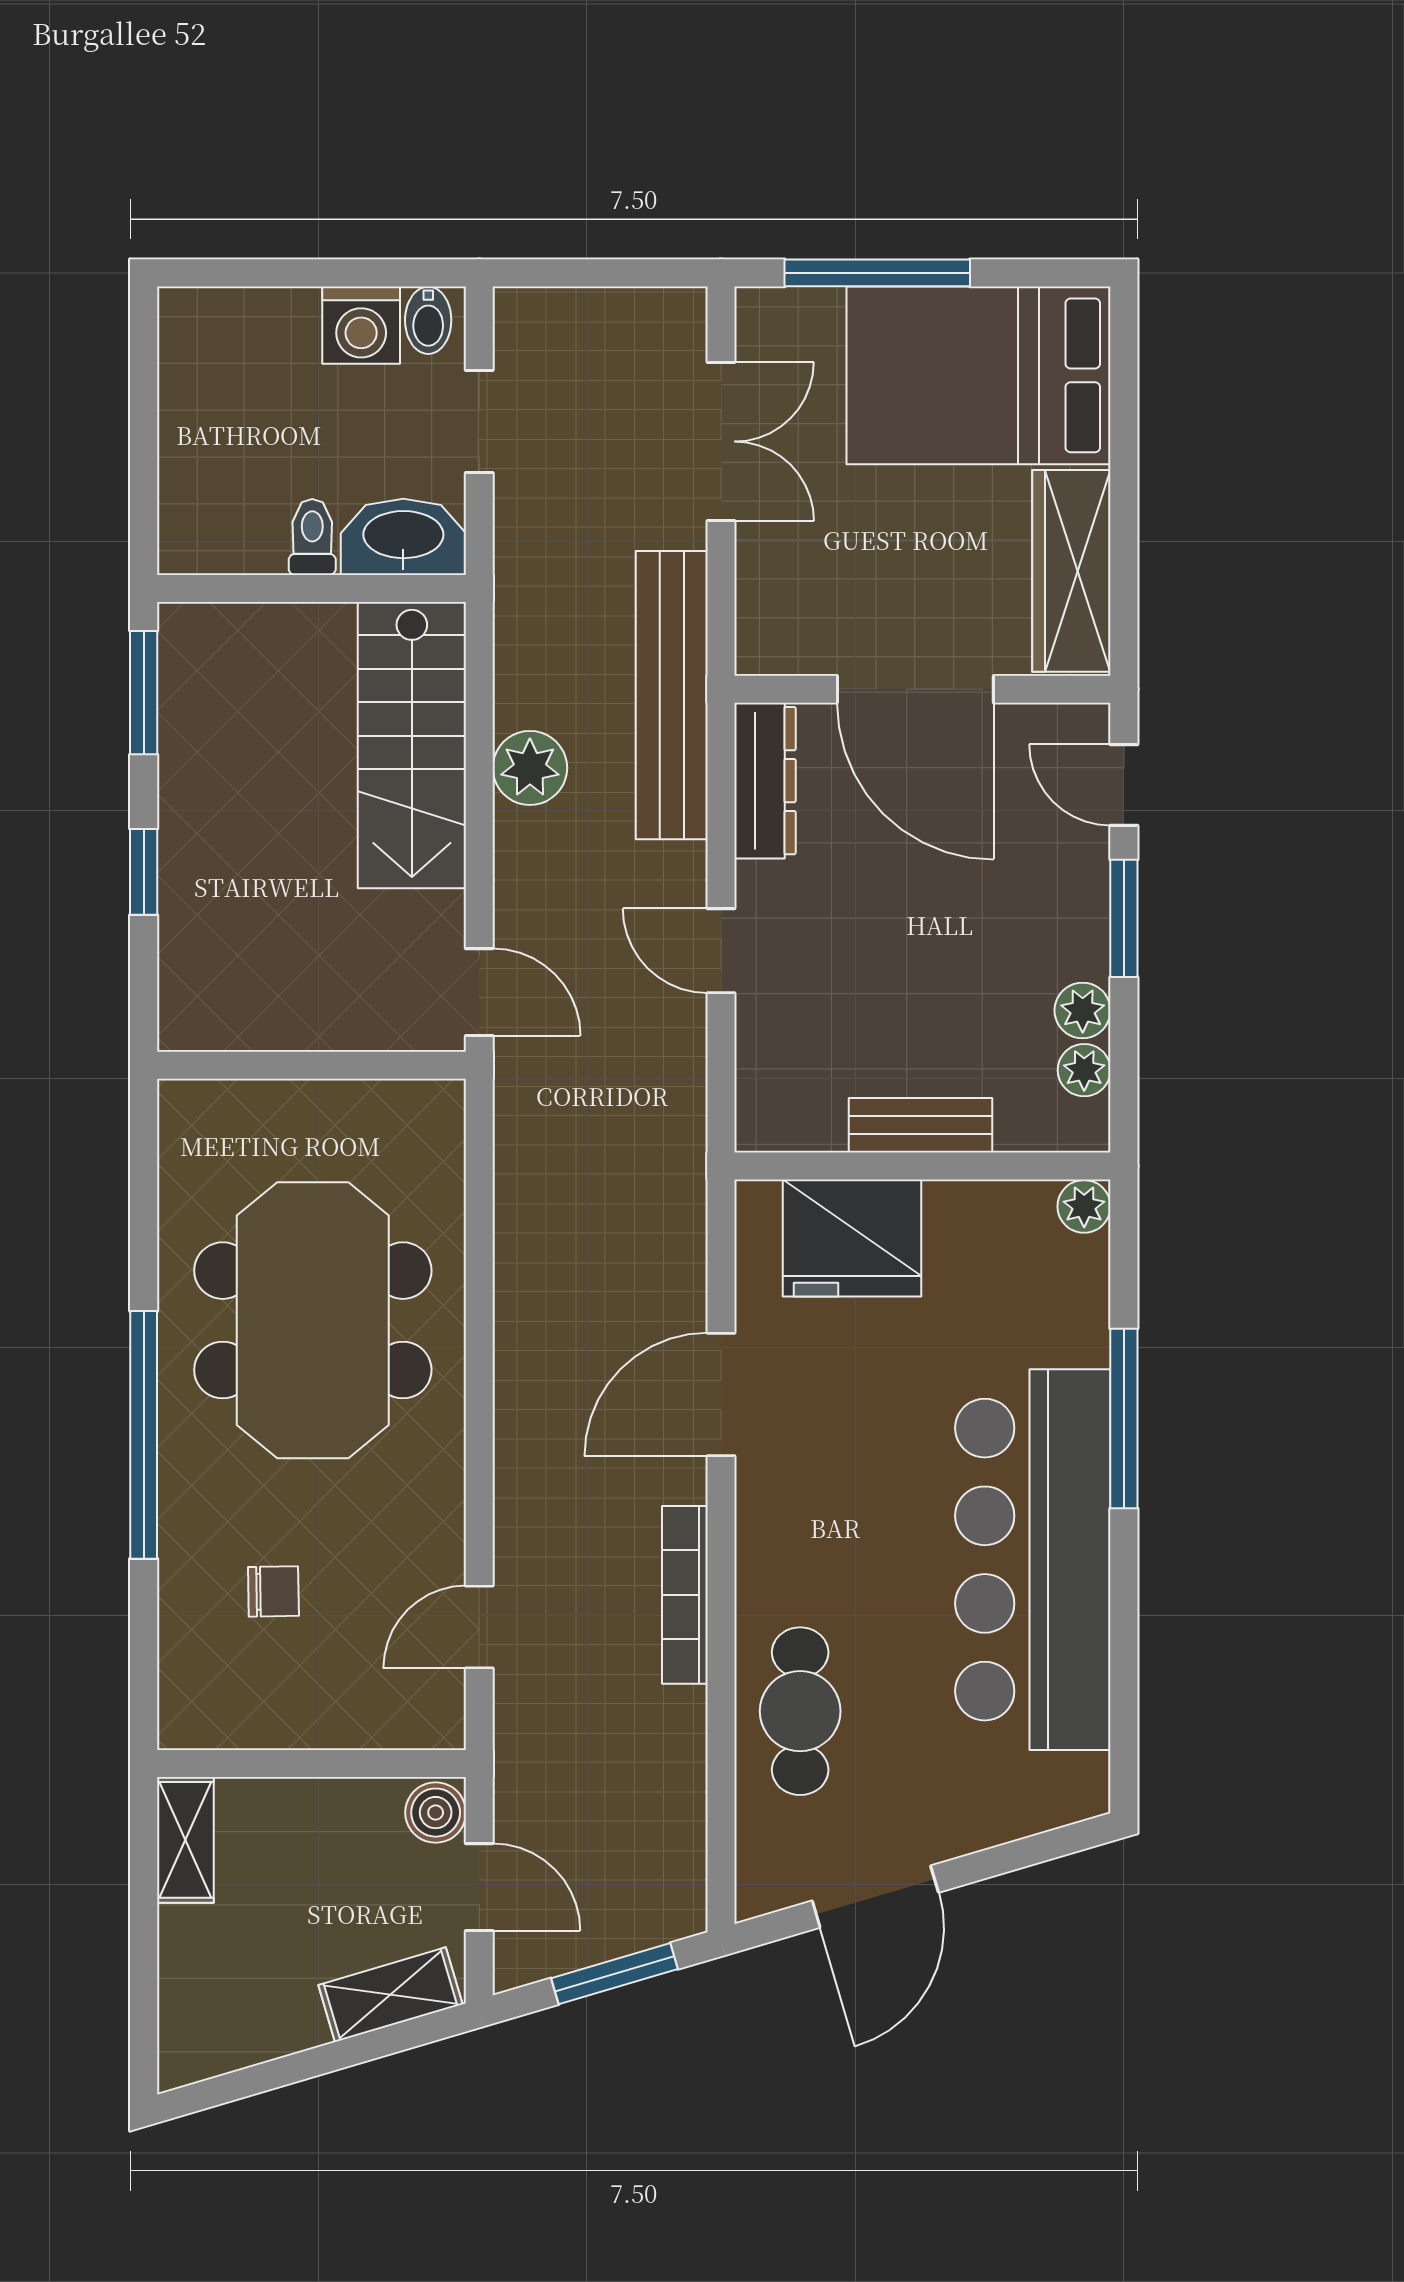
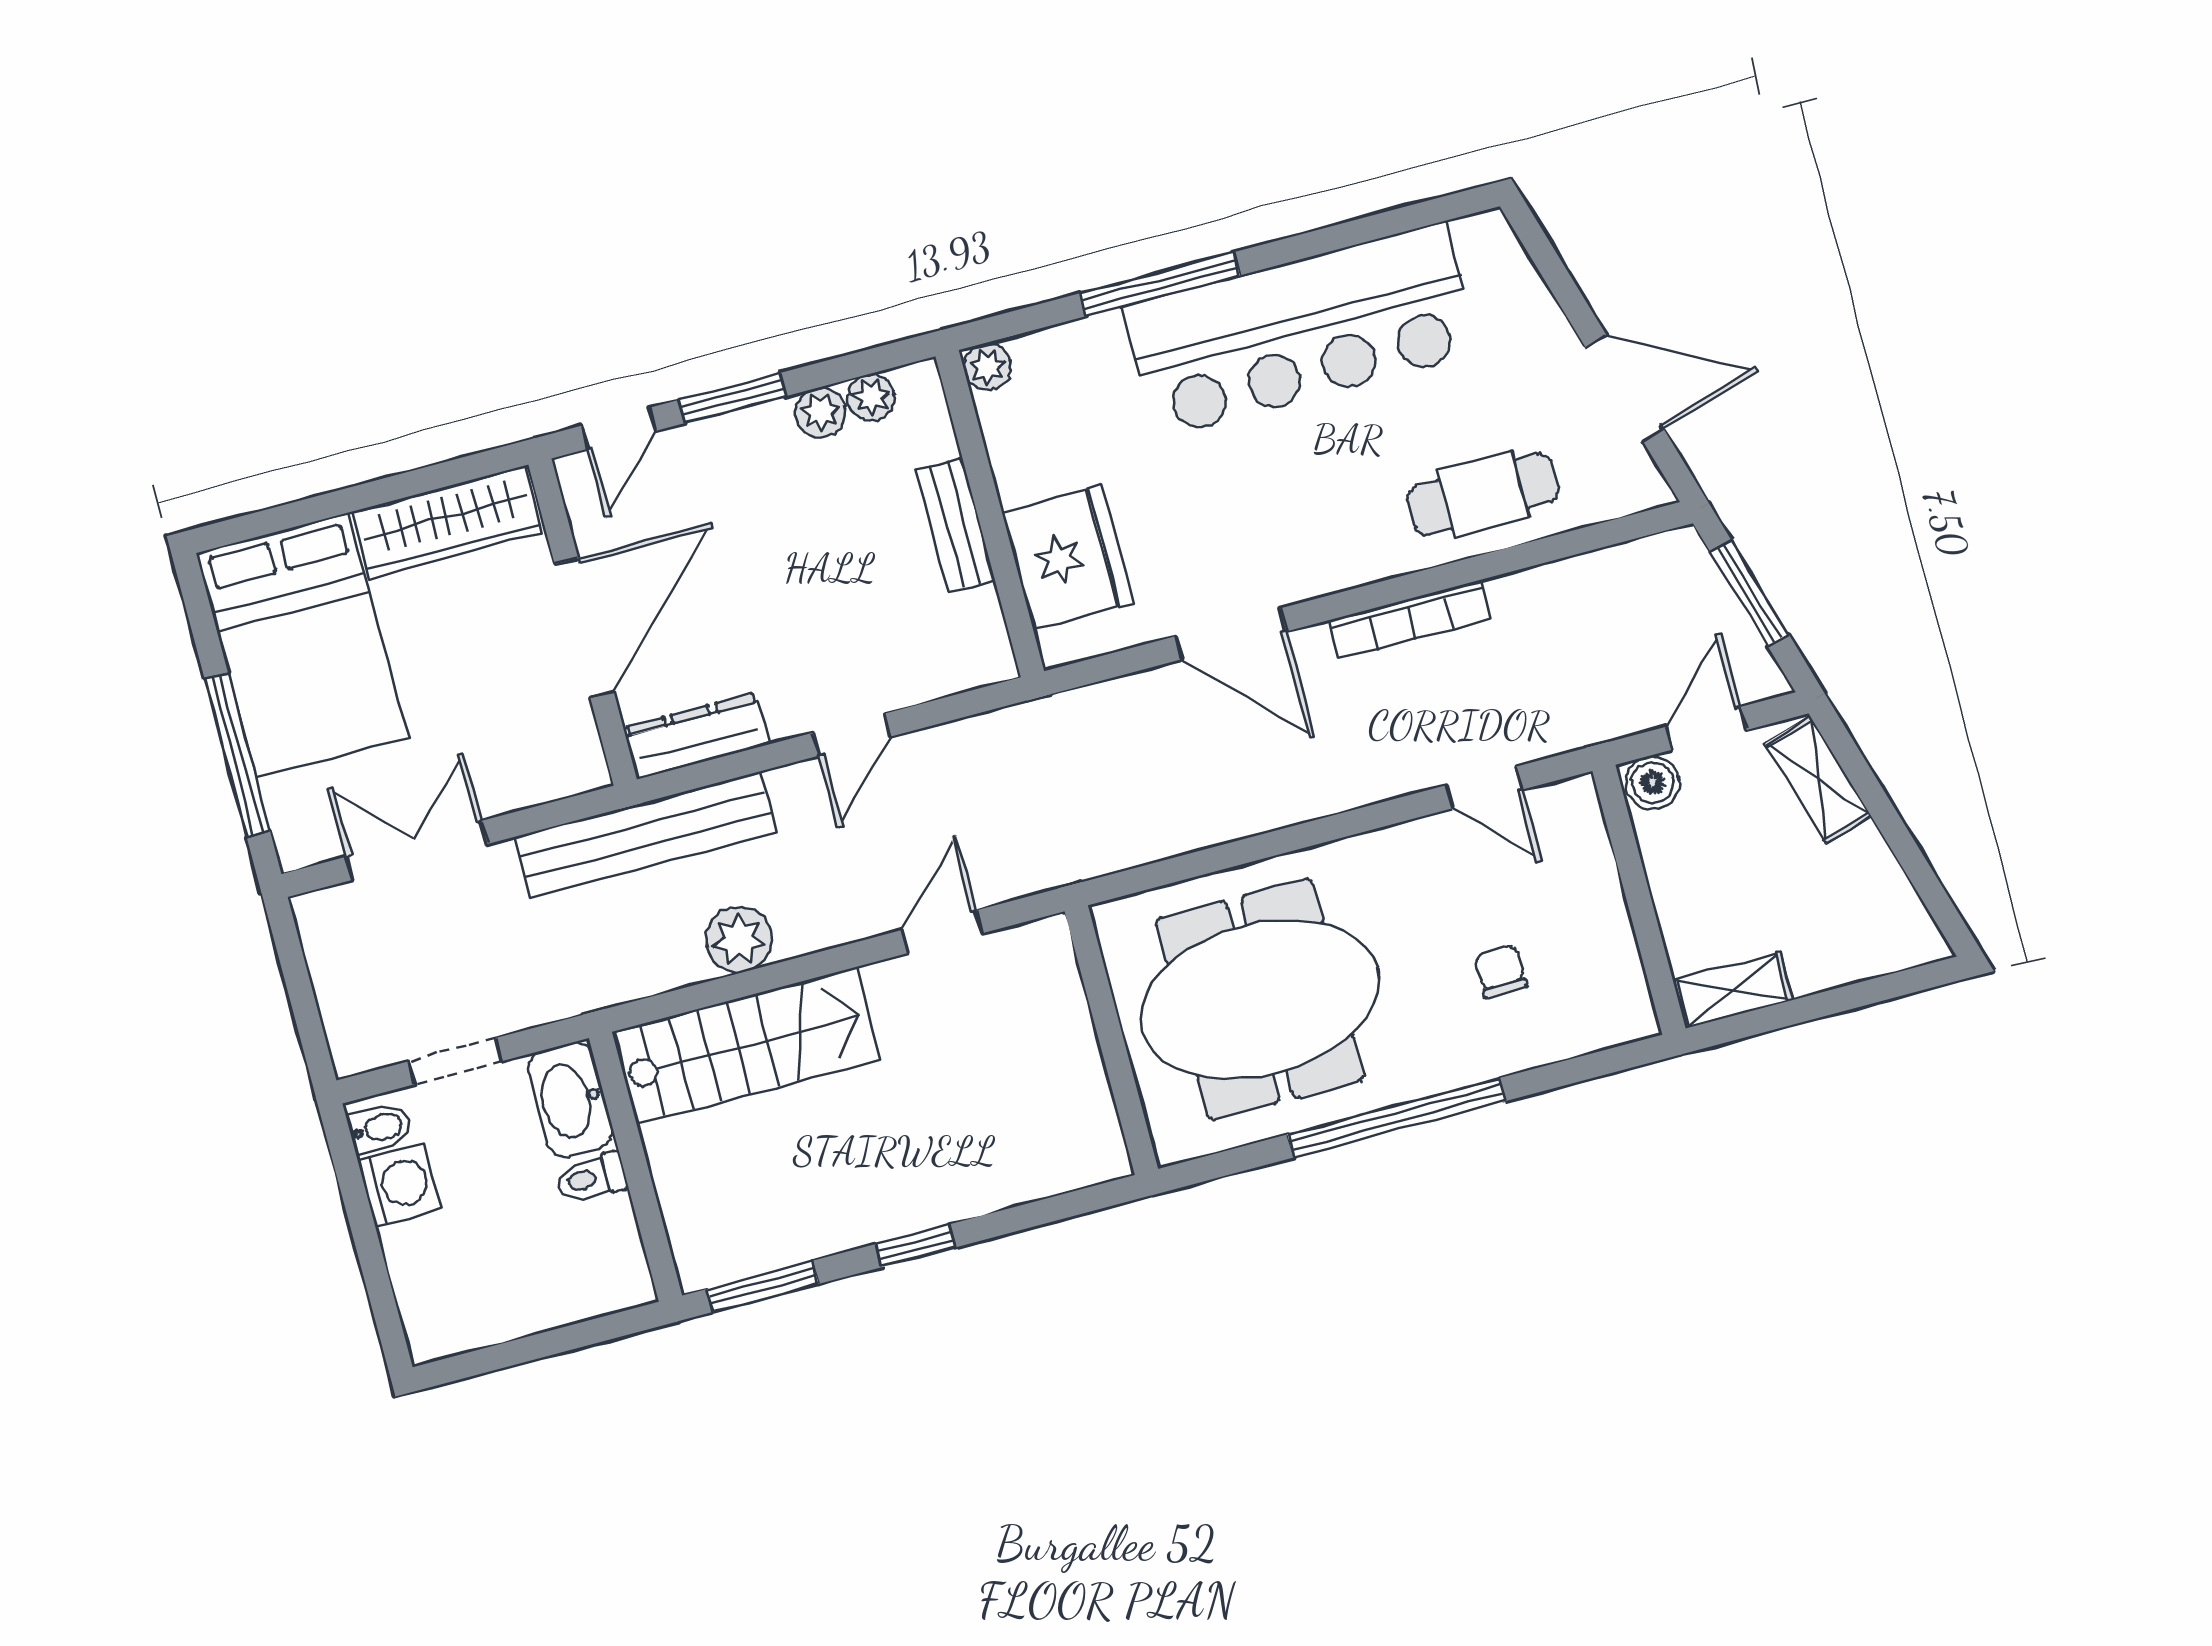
wall: (311, 1065) -> (1111, 1040), moved

